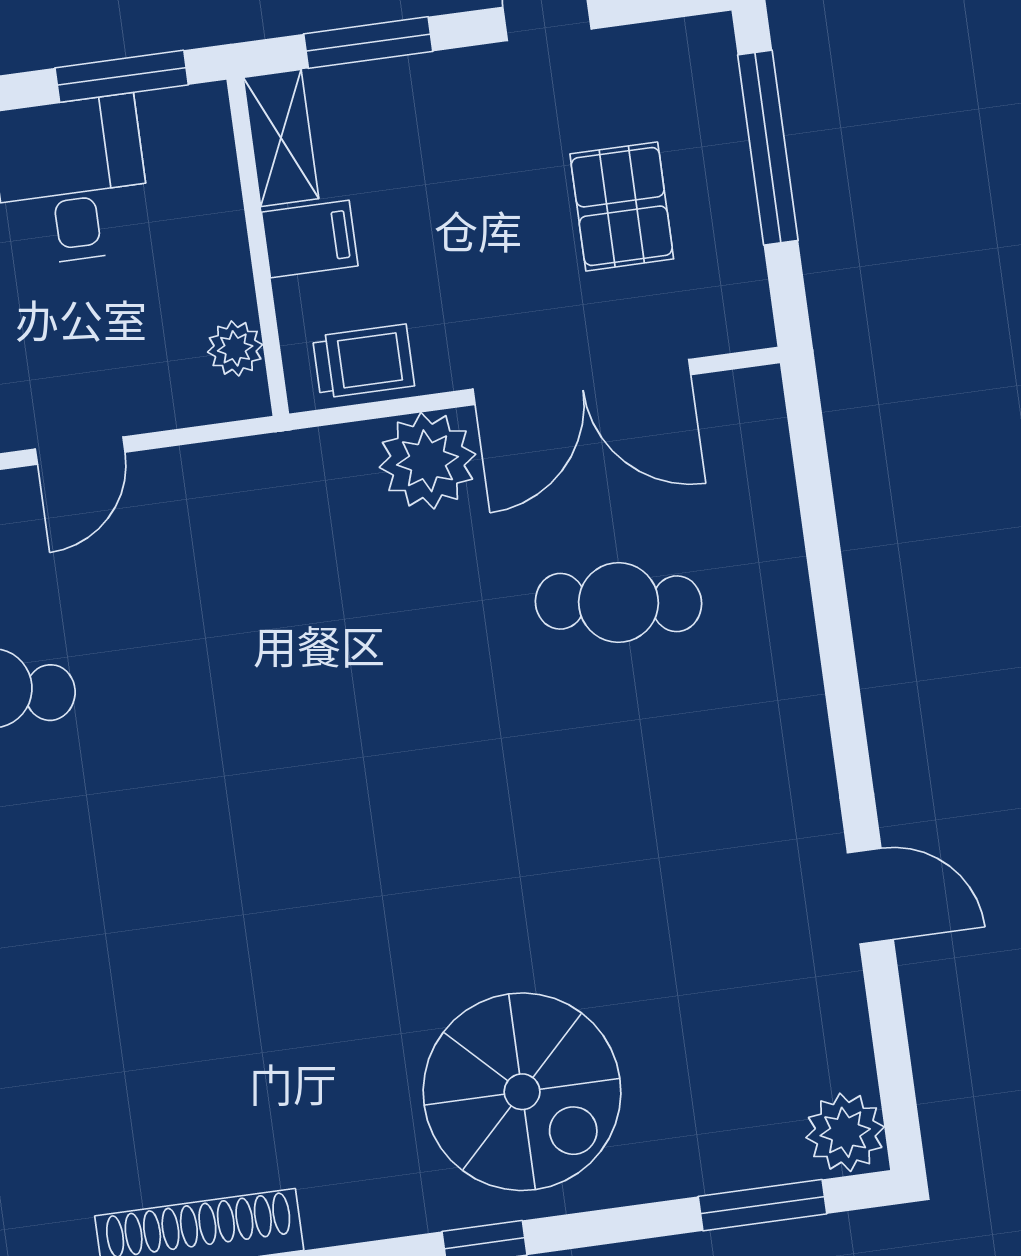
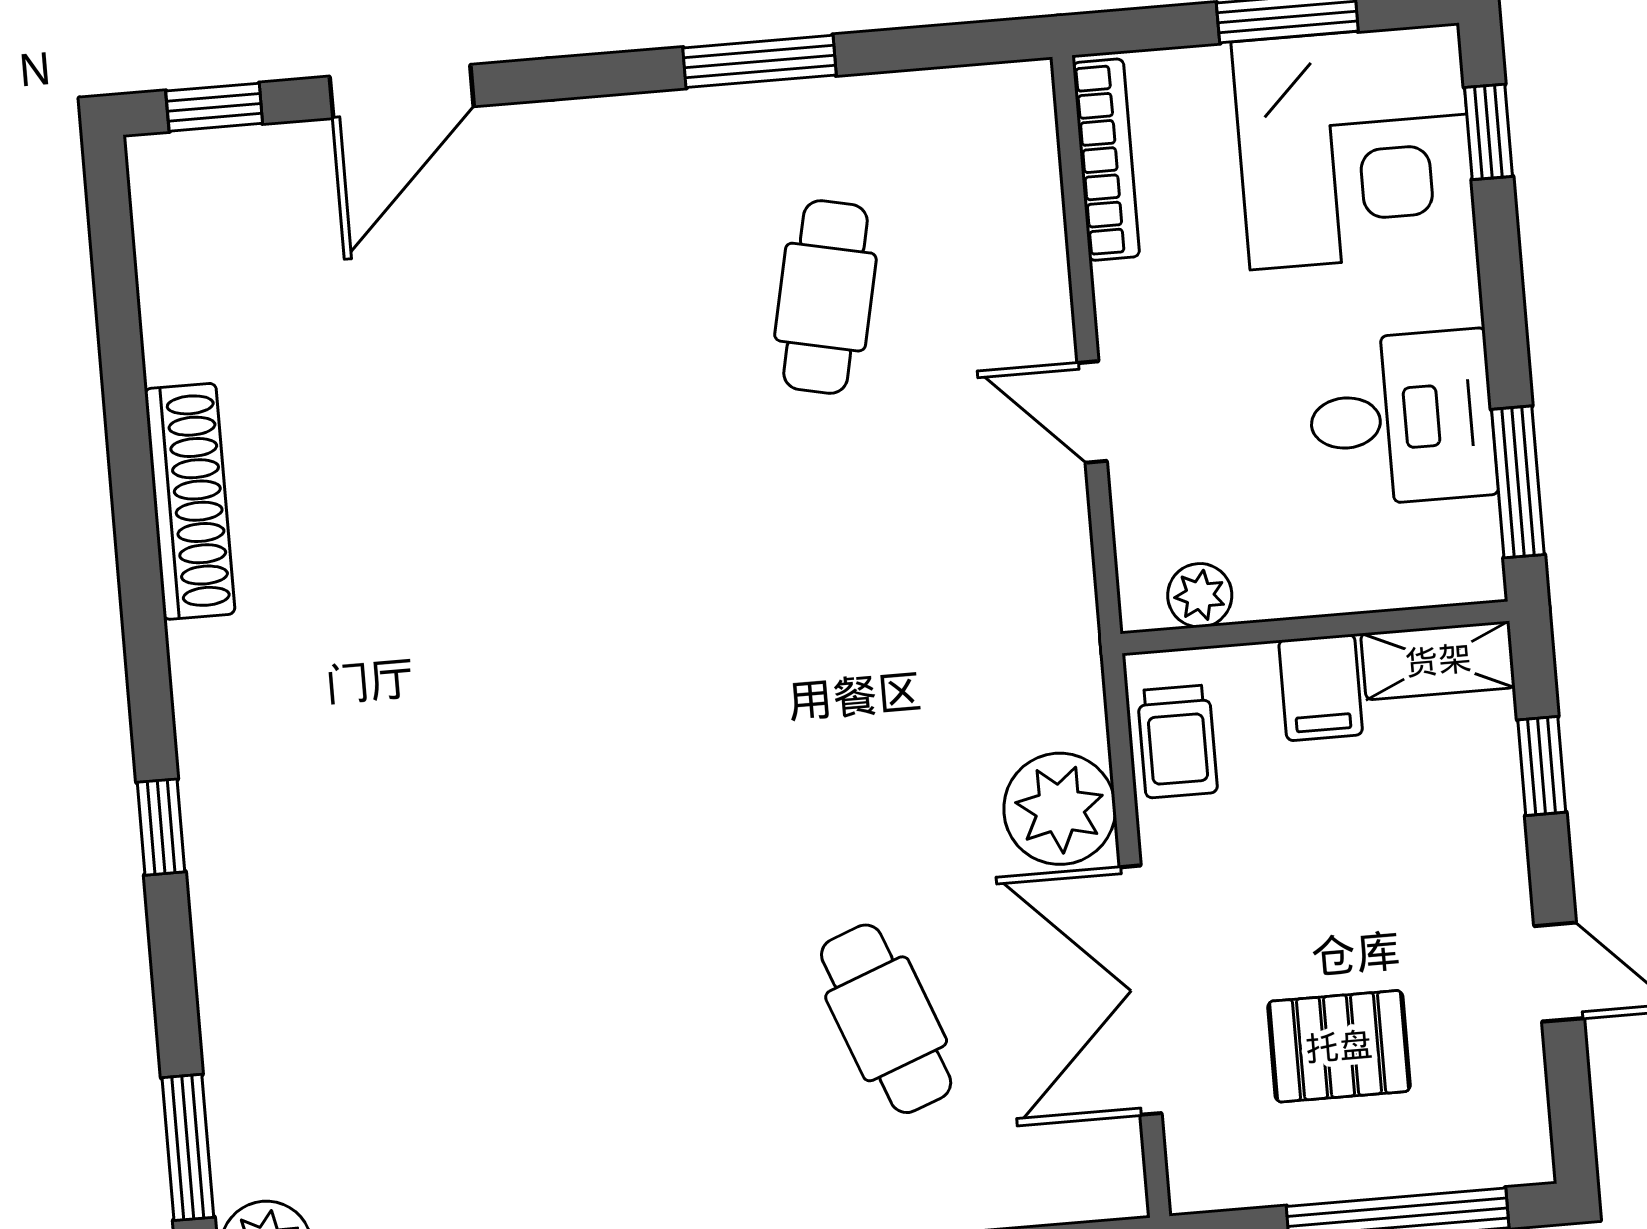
window: (368, 43) -> (1542, 766), width x0.67
cafe table: (619, 602) -> (886, 1019), turned -30
spiral stairs: (522, 1092) -> (332, 879), removed

